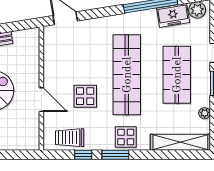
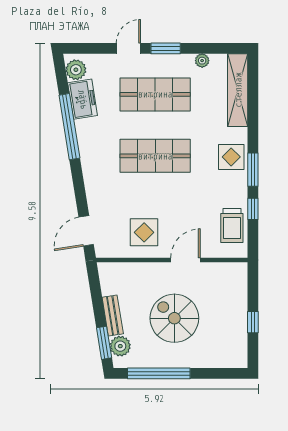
shop shelf: (127, 75) -> (155, 156), width x0.71
display table: (85, 96) -> (144, 232), moved

